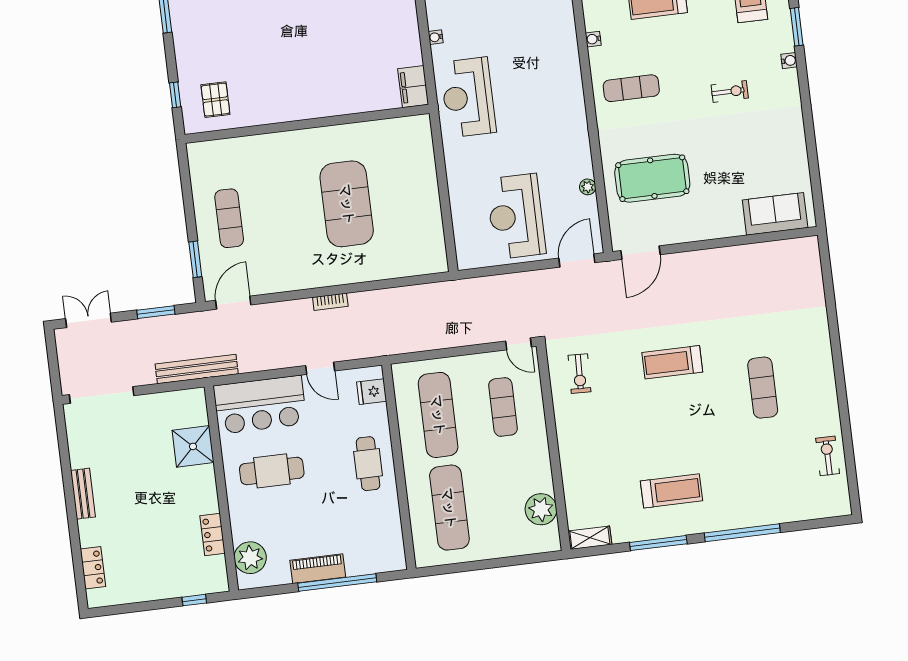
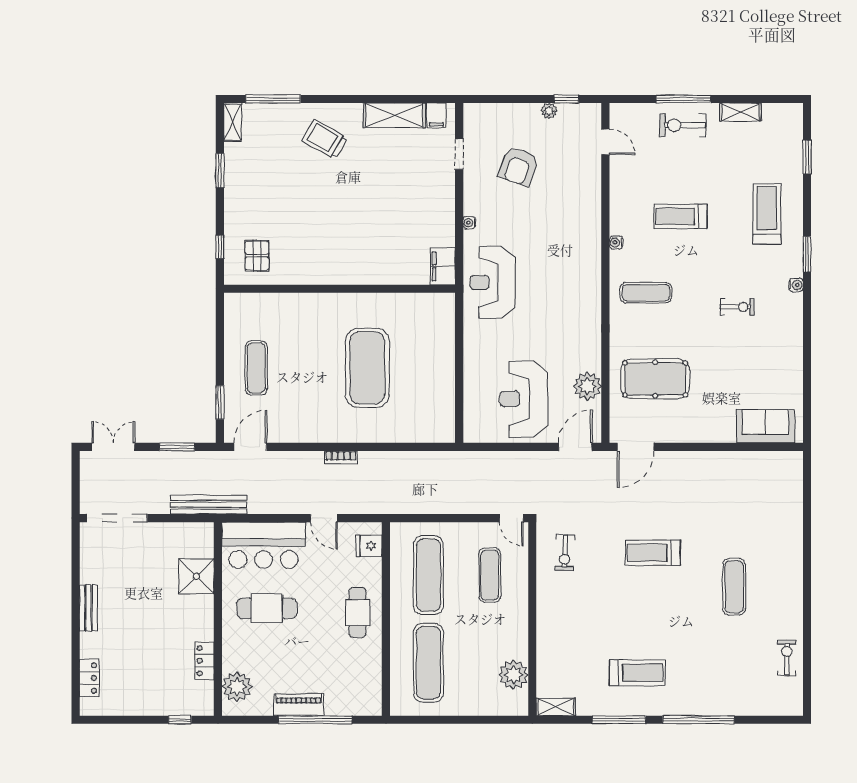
plant: (588, 187) -> (587, 386), width x1.87, depth x1.87

